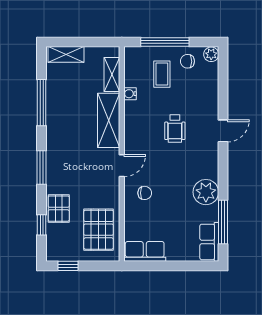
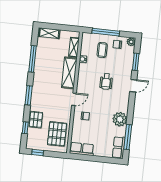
window: (223, 89) -> (136, 62), added

